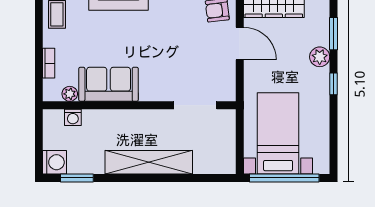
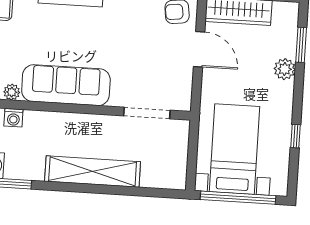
sofa: (109, 84) -> (66, 85), width x1.36
window: (333, 84) -> (295, 136), moved

